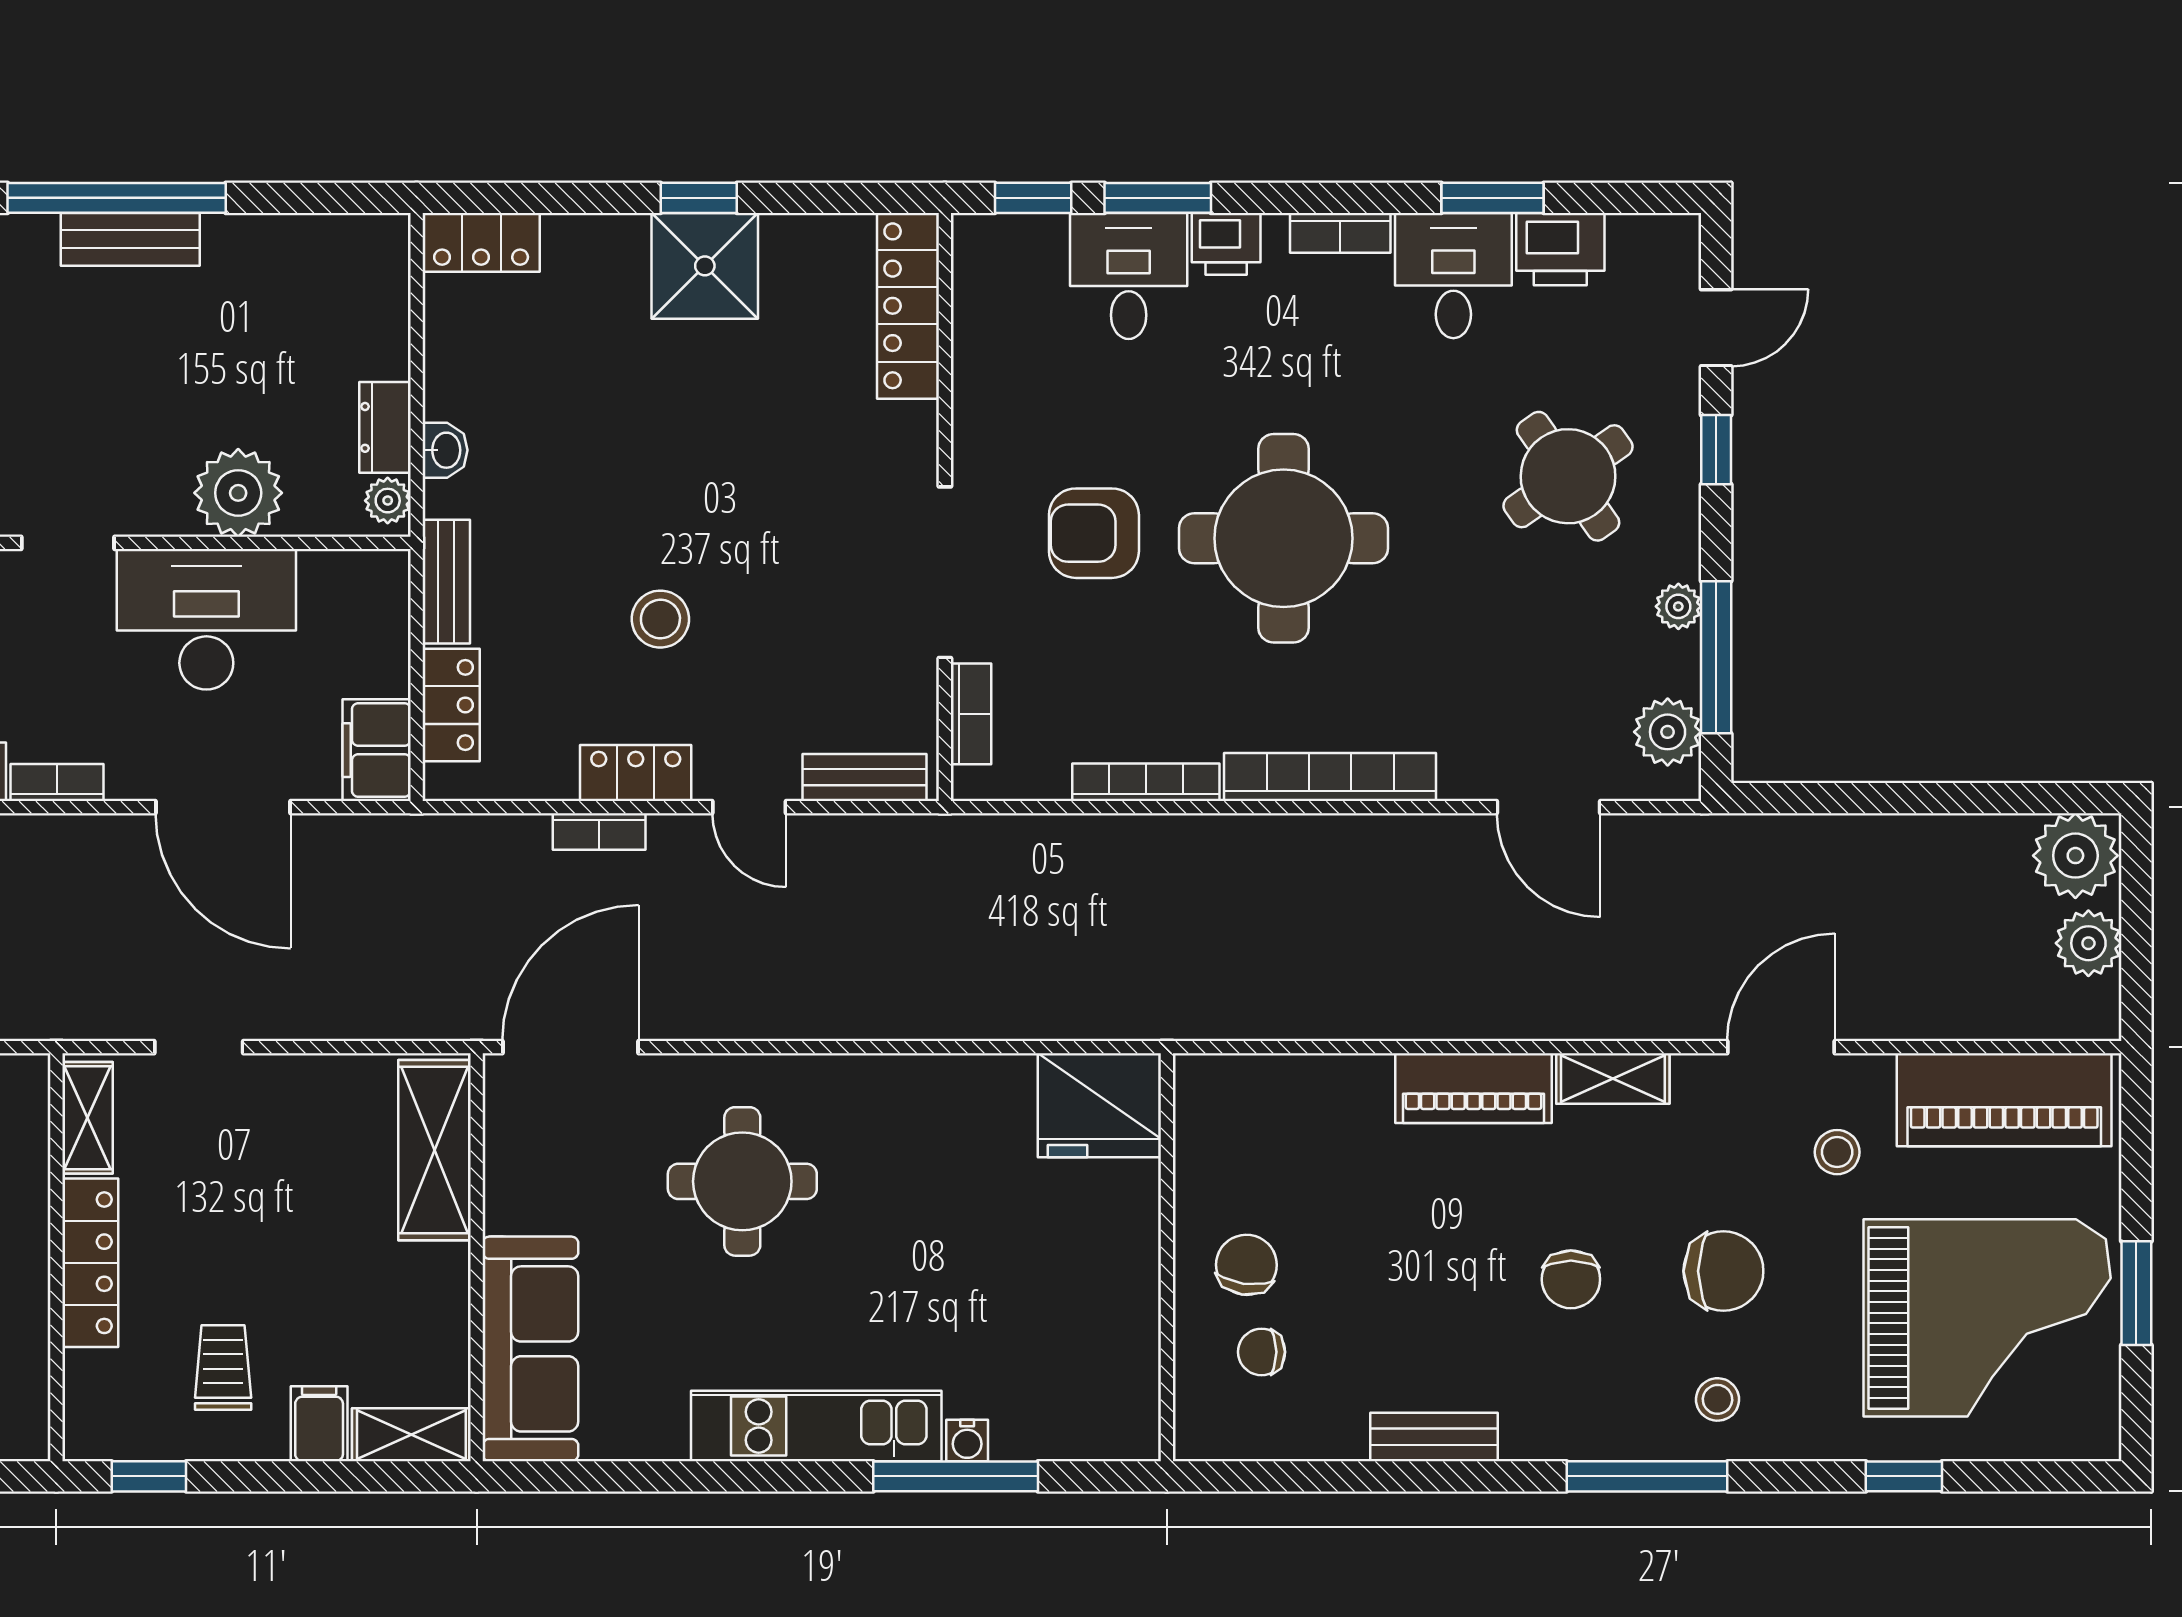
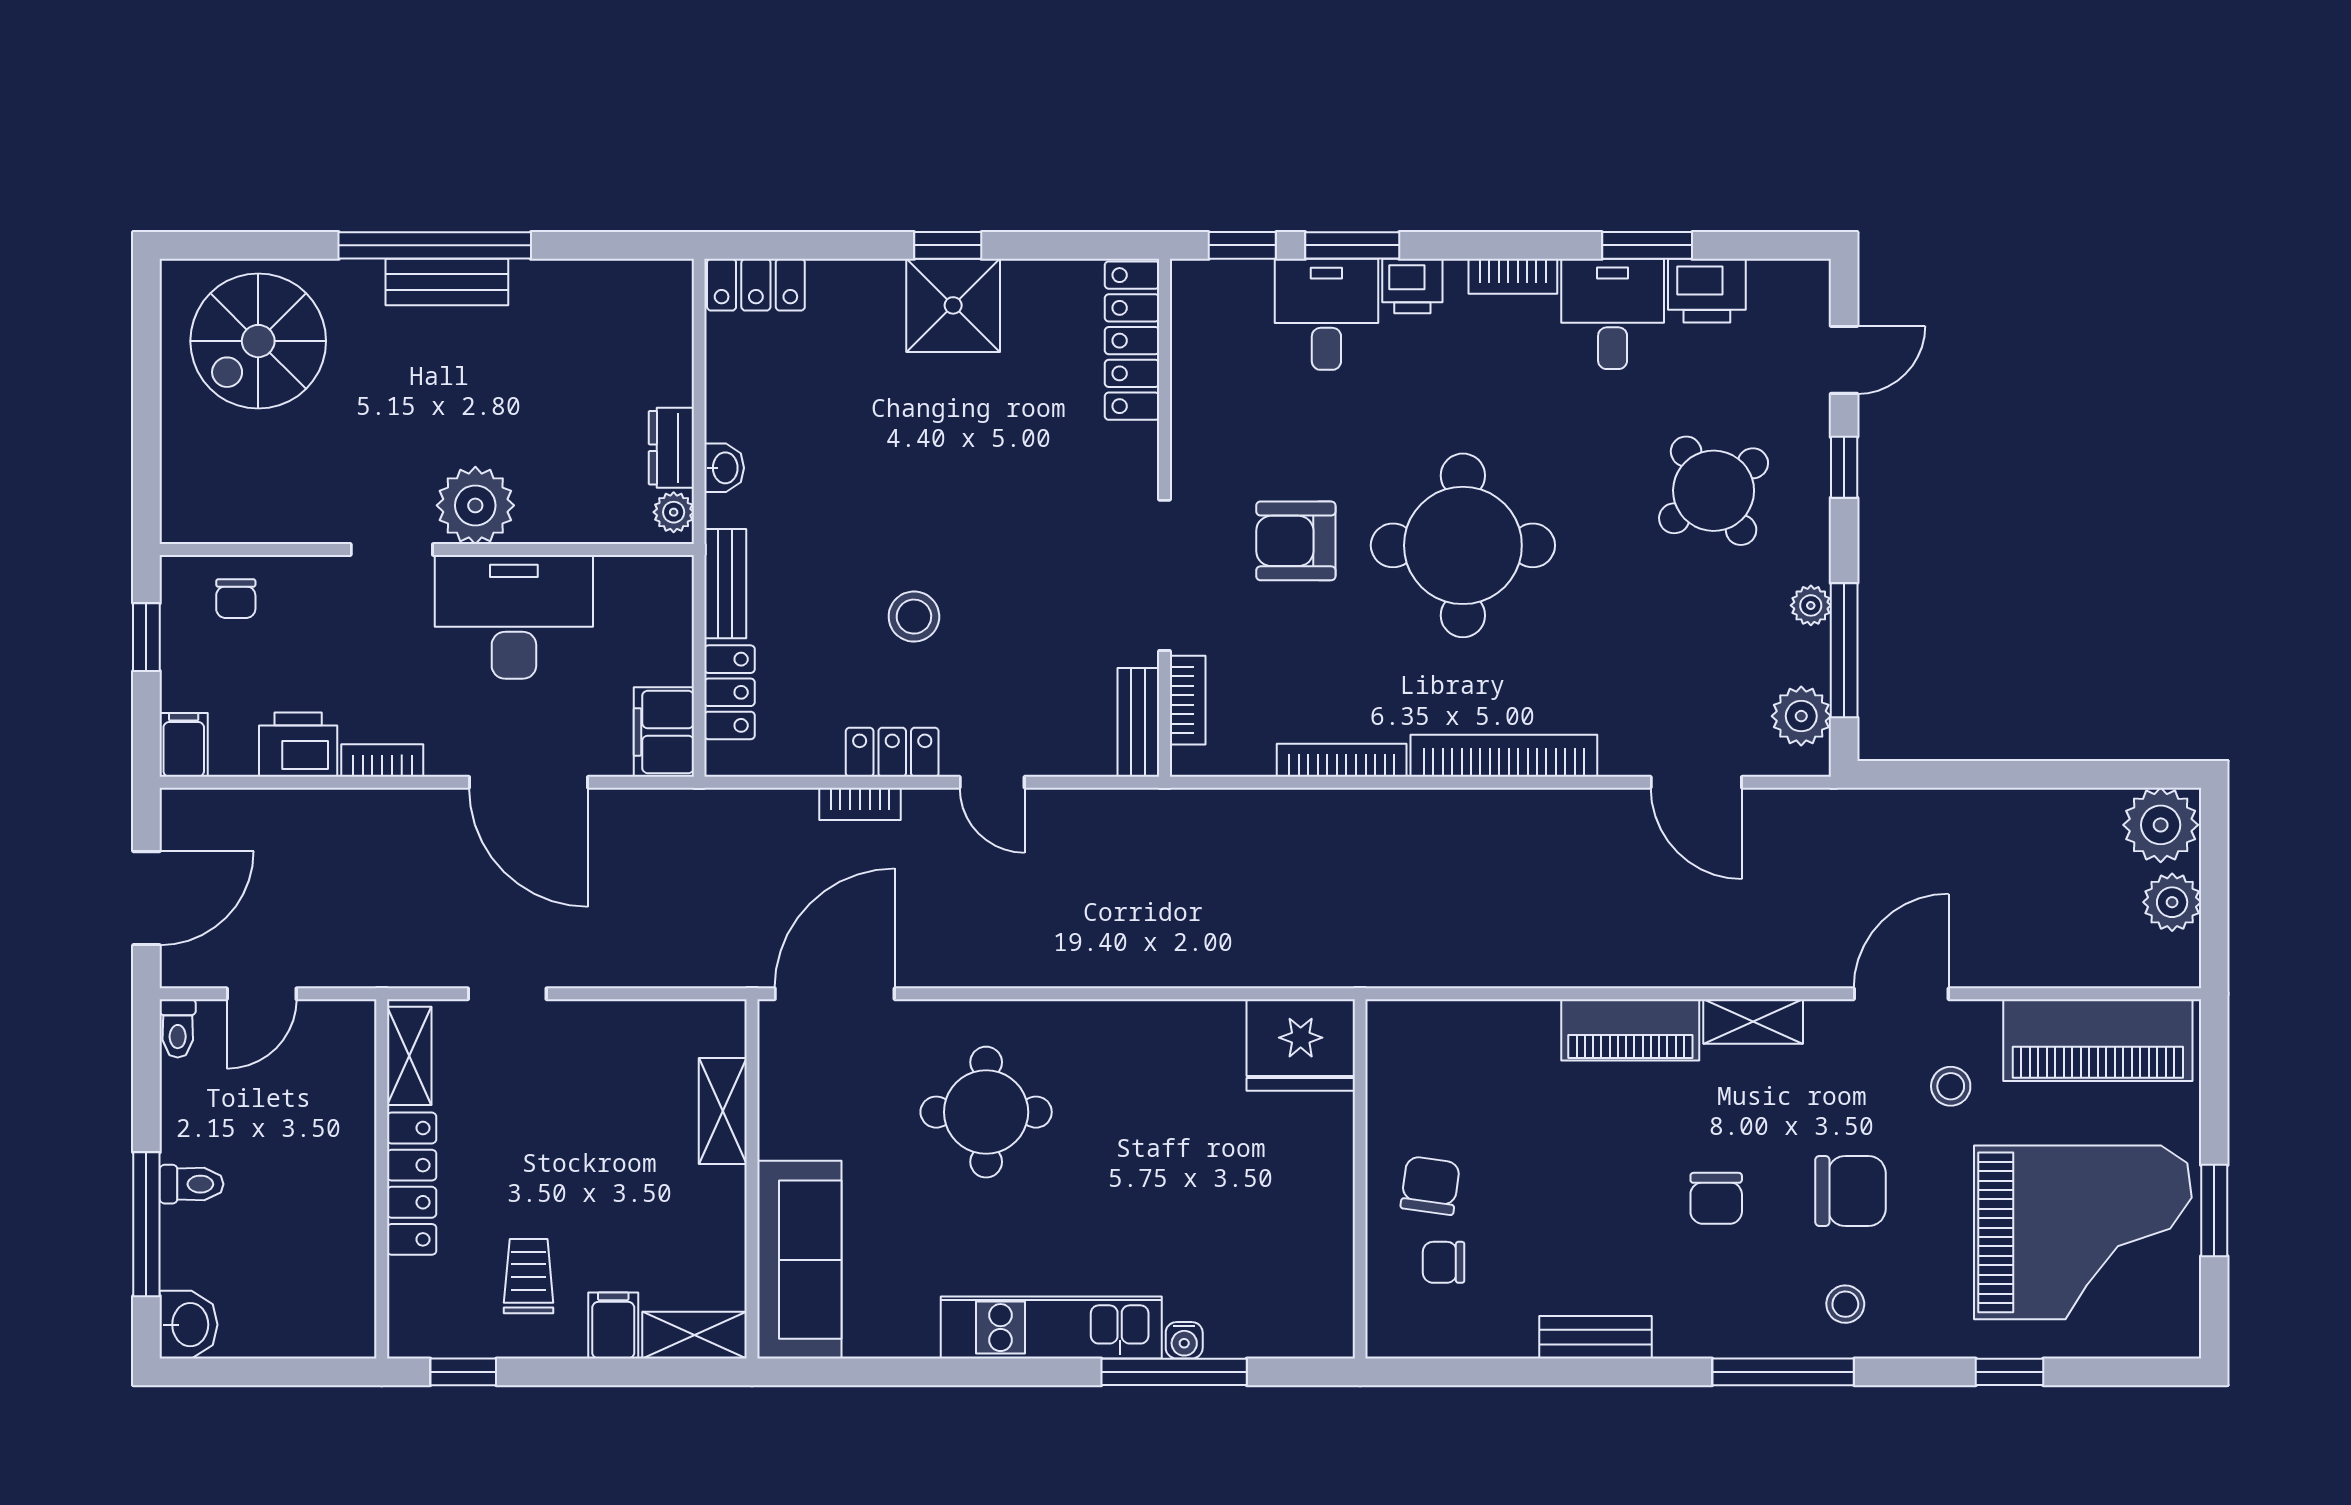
plant: (238, 493) -> (475, 505), moved
bench: (865, 777) -> (1138, 722), moved, turned 90
shelving: (434, 1150) -> (723, 1111), width x0.67, depth x0.75

